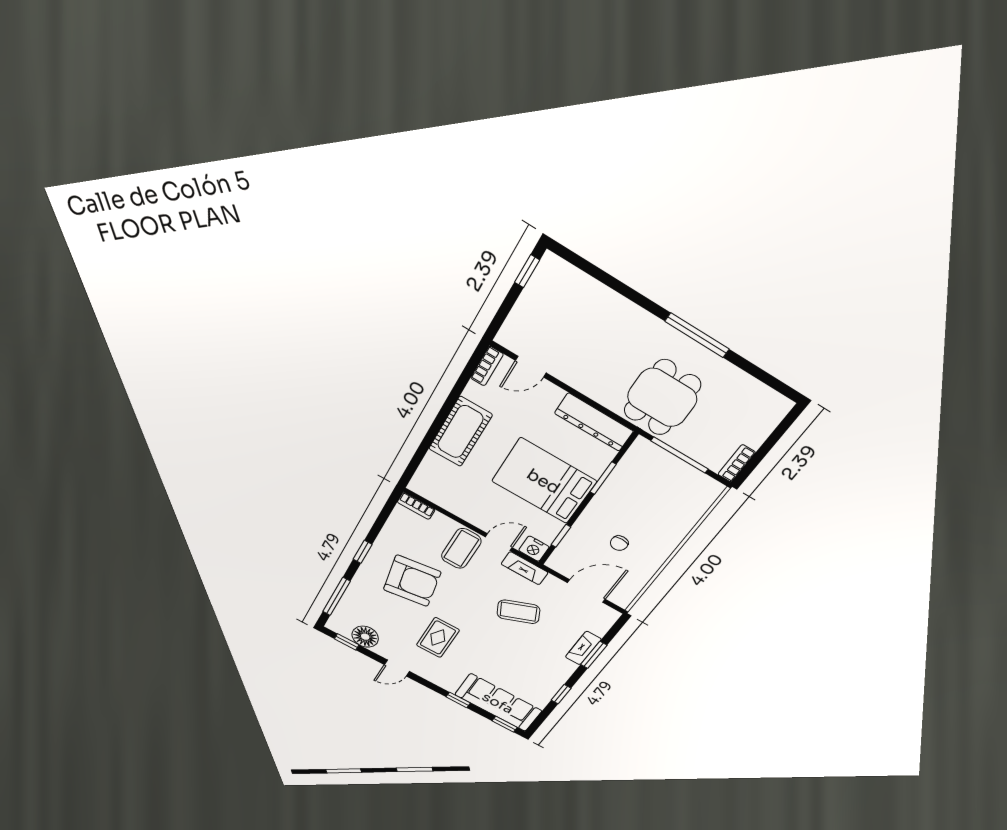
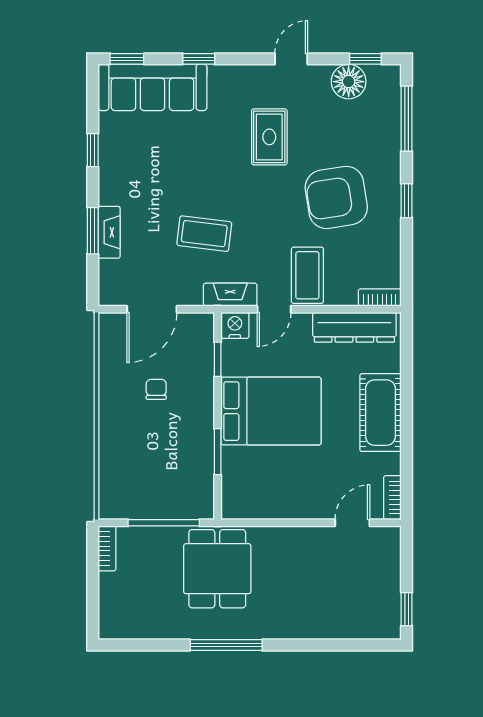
dresser: (594, 422) -> (354, 327), moved, turned 180
coffee table: (518, 612) -> (204, 234), turned 31

